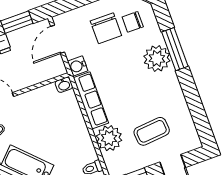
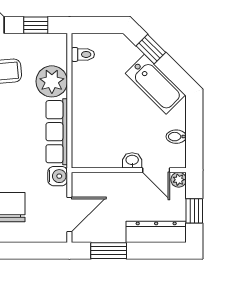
washbasin: (64, 85) -> (132, 160), moved

